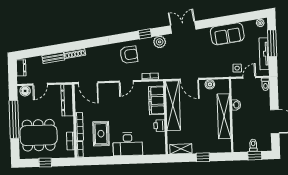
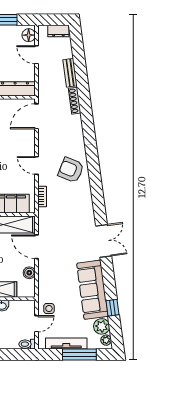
window: (145, 34) -> (113, 308), moved
sofa: (227, 34) -> (92, 290), width x1.36
plant: (160, 42) -> (102, 326), moved
armchair: (129, 55) -> (71, 170), turned 118
door: (249, 77) -> (37, 324), hinge flipped
door: (189, 79) -> (37, 247), hinge flipped

